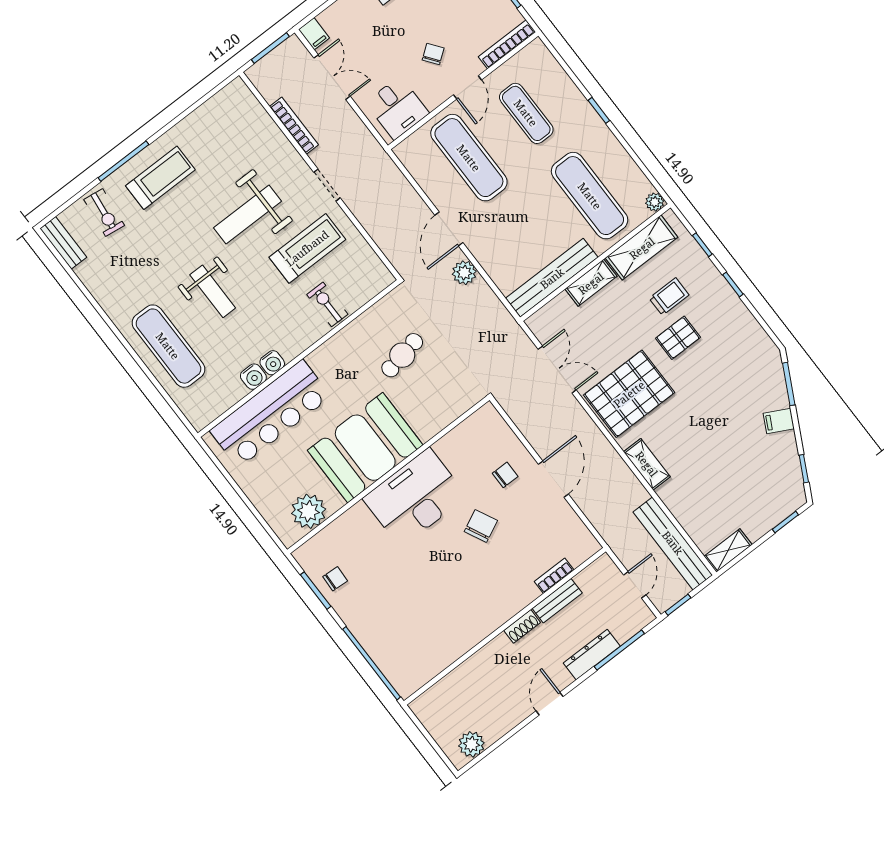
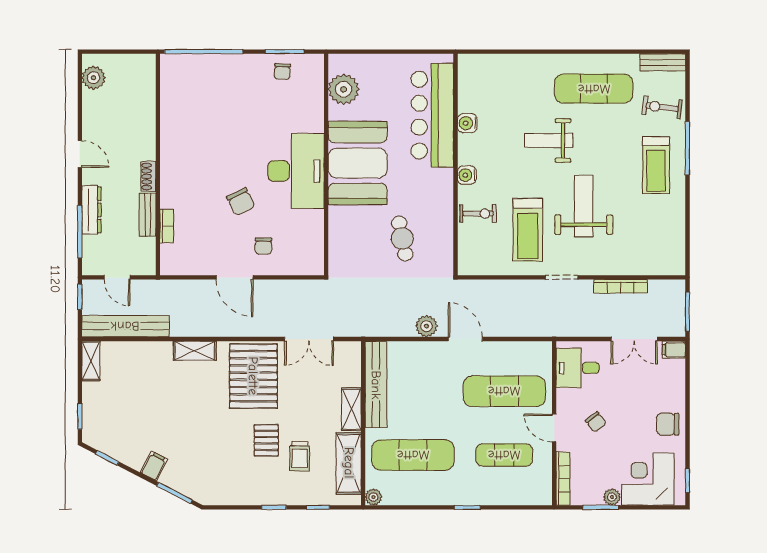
exercise mat: (168, 346) -> (594, 89), moved
water cooler: (272, 363) -> (467, 175), moved

